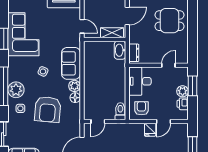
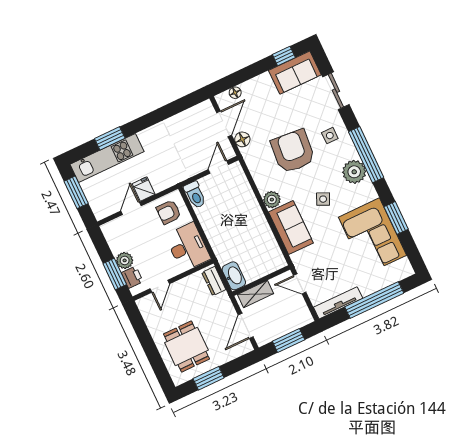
dining table: (170, 21) -> (186, 346), turned 90
plant: (16, 90) -> (354, 172), moved
floor lamp: (75, 98) -> (242, 139), moved
printer: (183, 104) -> (132, 277), moved
armchair: (141, 108) -> (169, 212), turned 90

